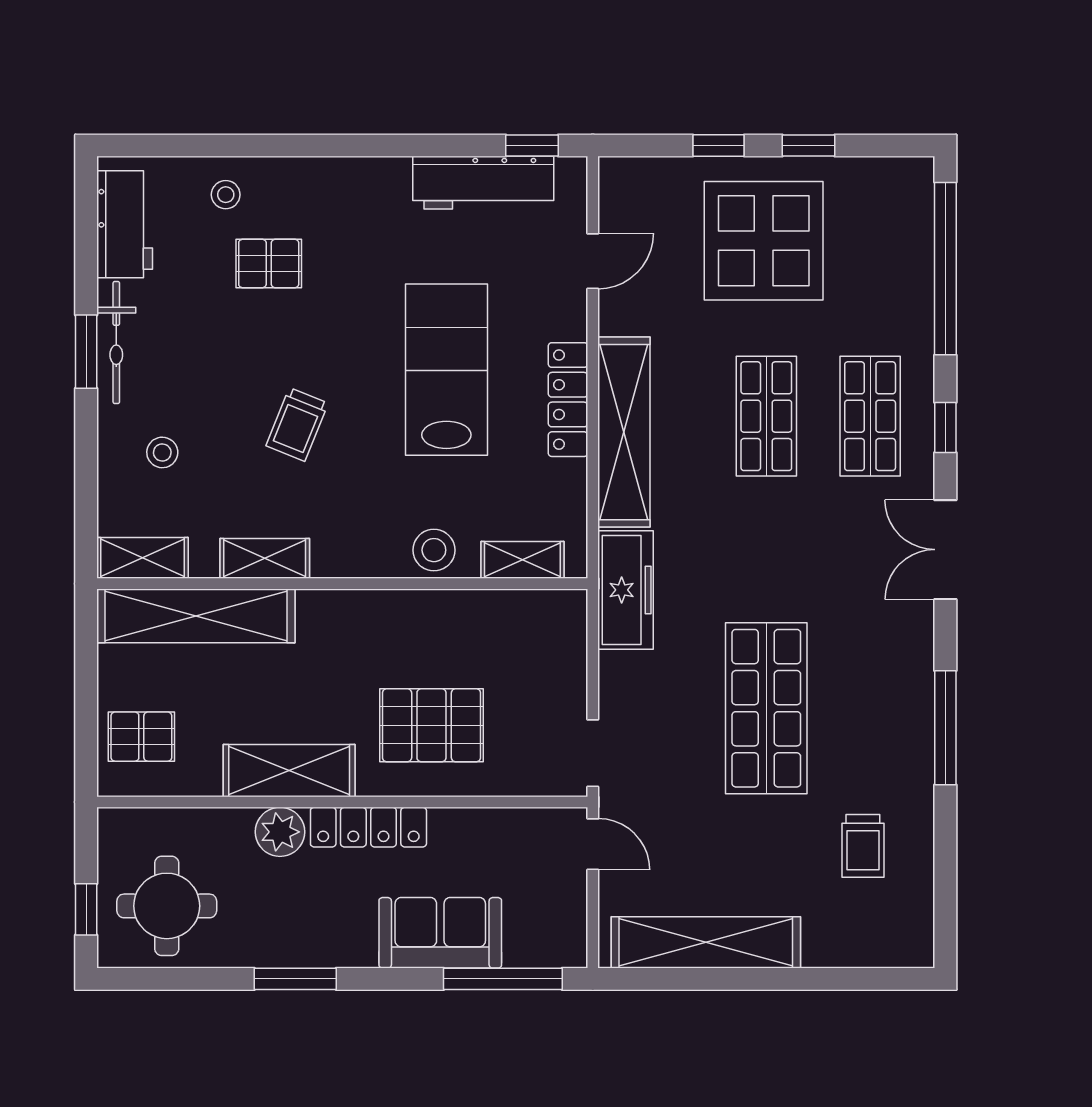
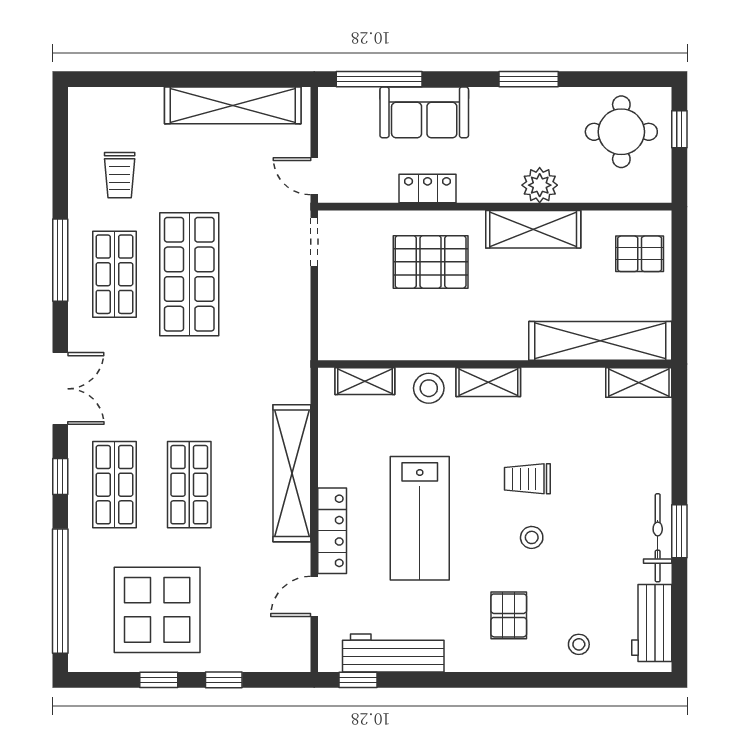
display table: (764, 241) -> (157, 610), moved
pallet: (269, 264) -> (509, 615), moved, turned 90
locker: (568, 400) -> (332, 531), moved
trolley: (297, 424) -> (527, 479), turned -112
stool: (162, 452) -> (532, 537), moved
shelving: (265, 558) -> (488, 382), moved
freezer: (626, 590) -> (291, 359), removed
shop shelf: (870, 708) -> (114, 274), added
locker: (368, 827) -> (428, 189), moved, width x0.66
trolley: (863, 846) -> (120, 175), turned 180

